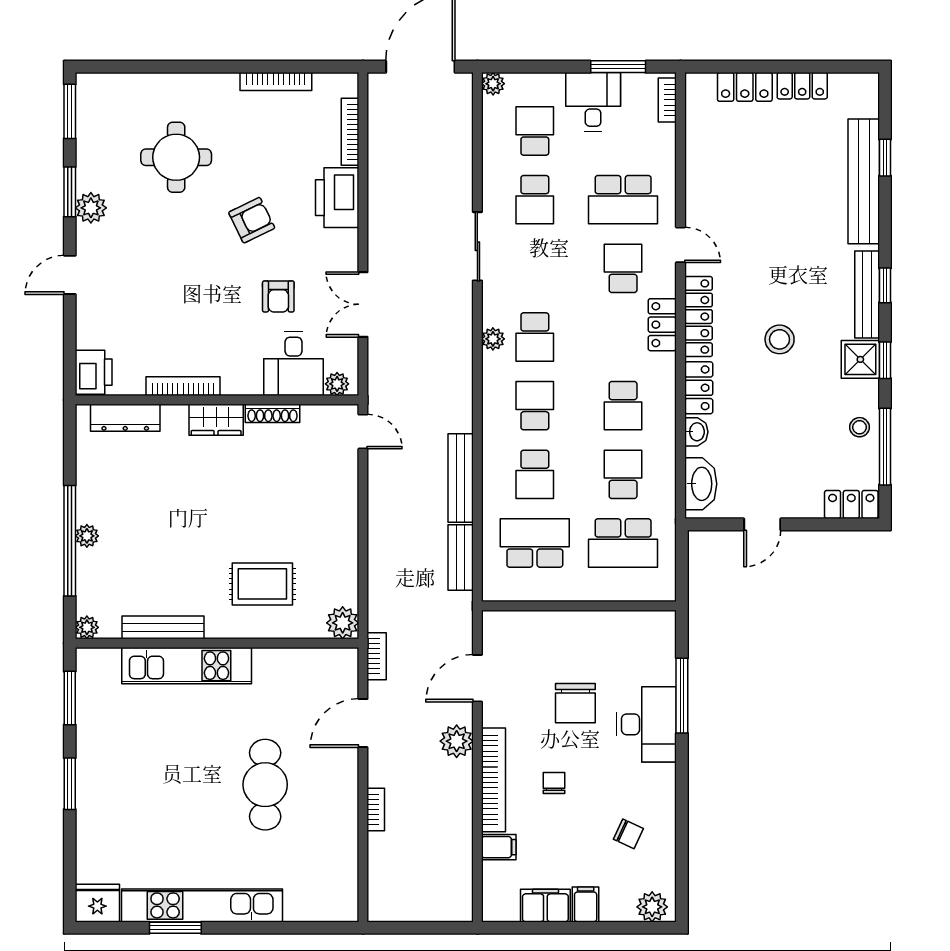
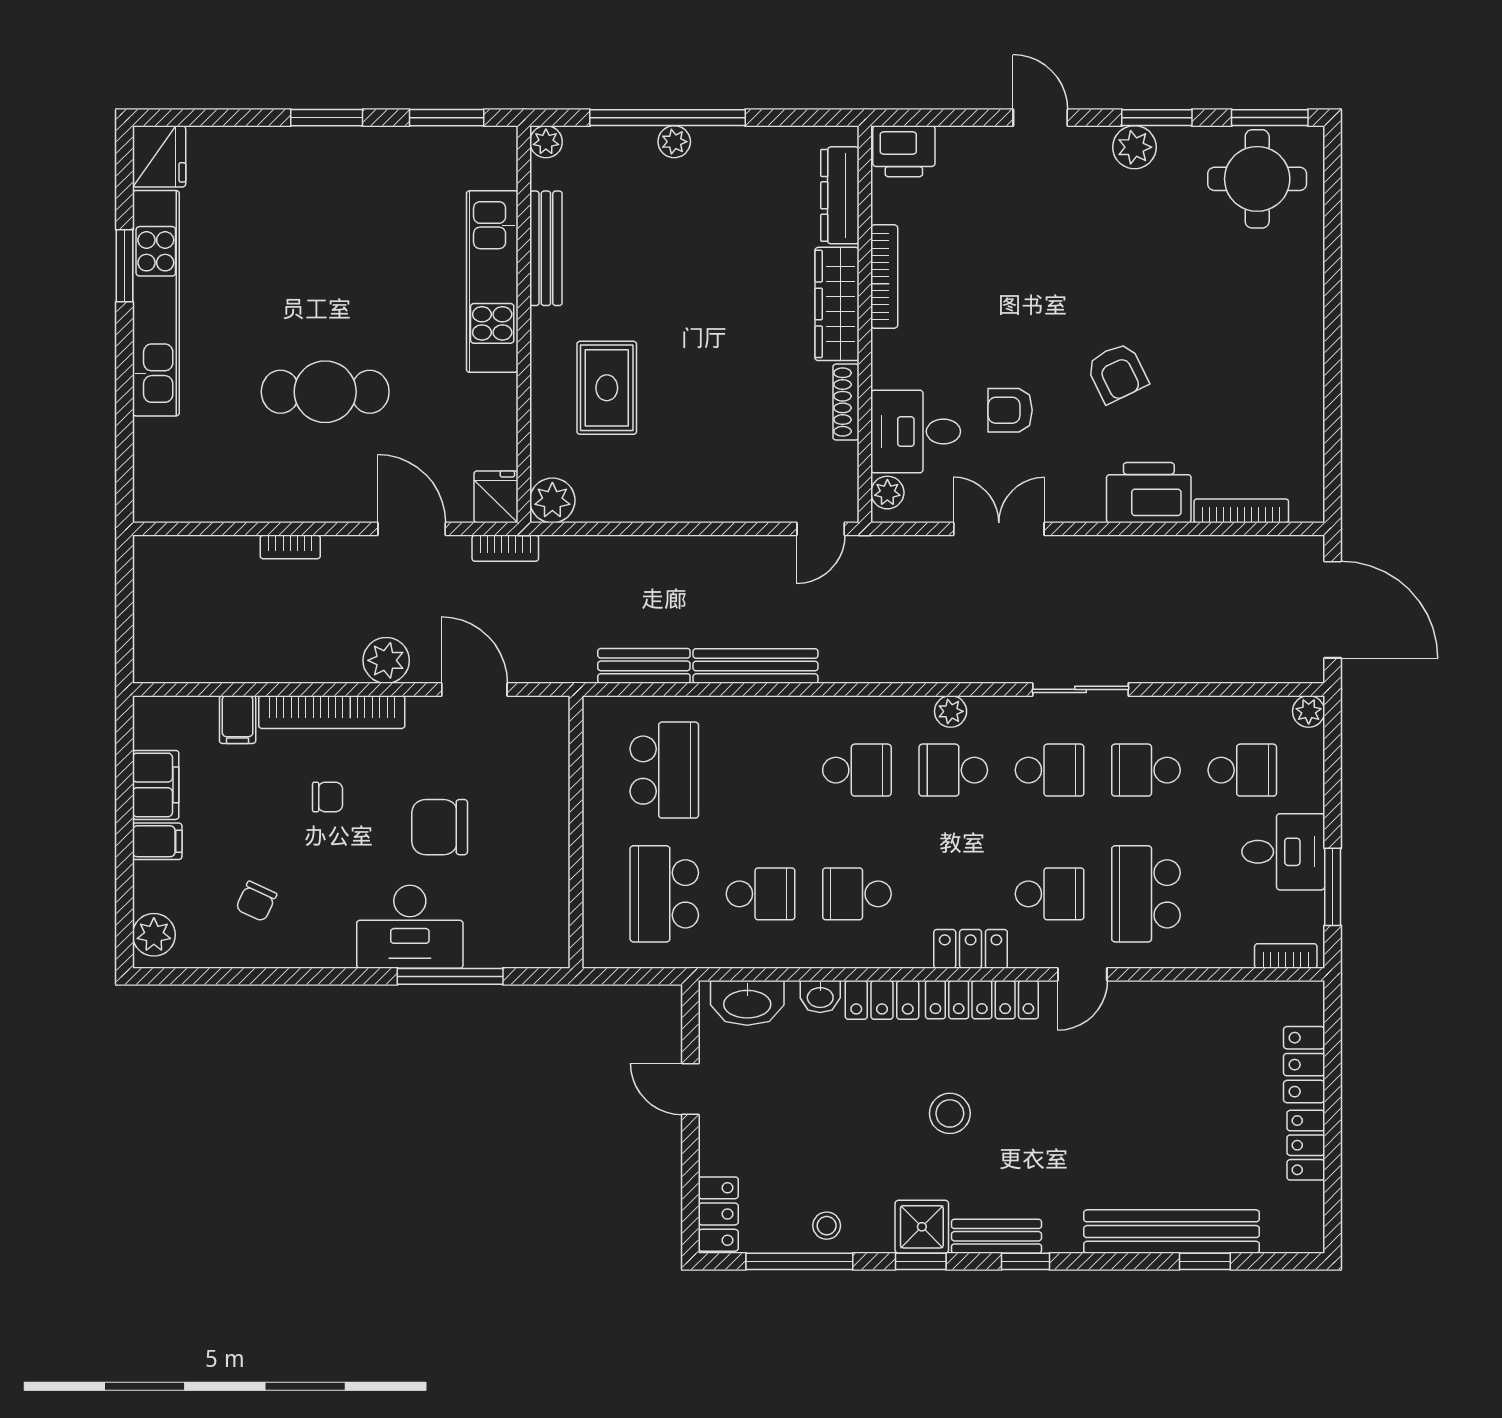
bookcase: (276, 82) -> (1312, 407), removed
round table: (176, 157) -> (1257, 179), moved
bench: (867, 295) -> (996, 1236), width x0.73
wardrobe: (216, 420) -> (837, 304), width x1.50
school desk: (535, 474) -> (1050, 770), moved, turned 180
fridge: (340, 663) -> (496, 497), added

